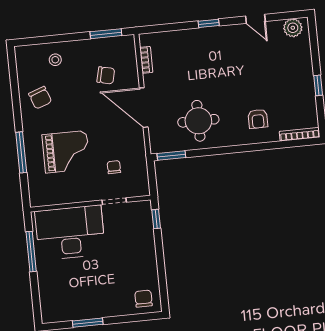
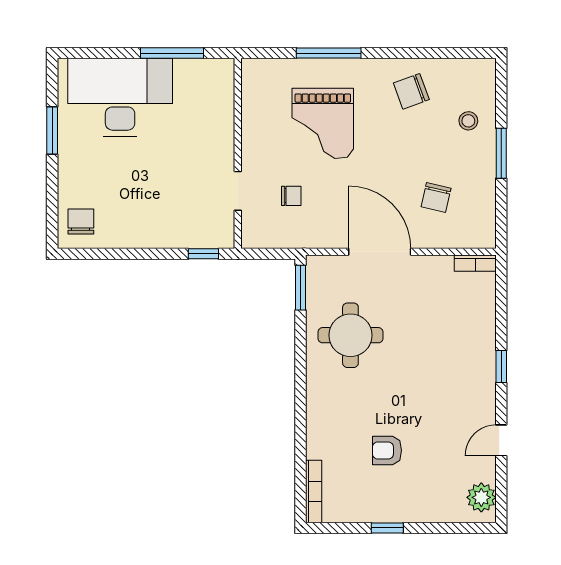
window: (106, 34) -> (501, 153), moved
bookcase: (146, 60) -> (475, 263), moved
door: (144, 108) -> (380, 252), hinge flipped
armchair: (258, 119) -> (387, 450), moved
desk: (70, 233) -> (120, 97), moved, turned -90
chair: (143, 299) -> (81, 222), turned -90

